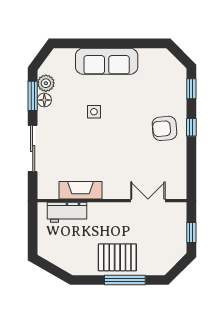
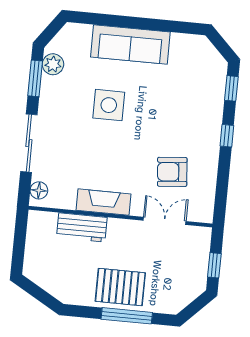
floor lamp: (44, 100) -> (39, 190), moved
side table: (94, 112) -> (109, 105), width x1.87, depth x1.87
armchair: (164, 128) -> (172, 172), moved
fireplace: (80, 190) -> (104, 202), moved
workbench: (67, 212) -> (82, 227), moved

